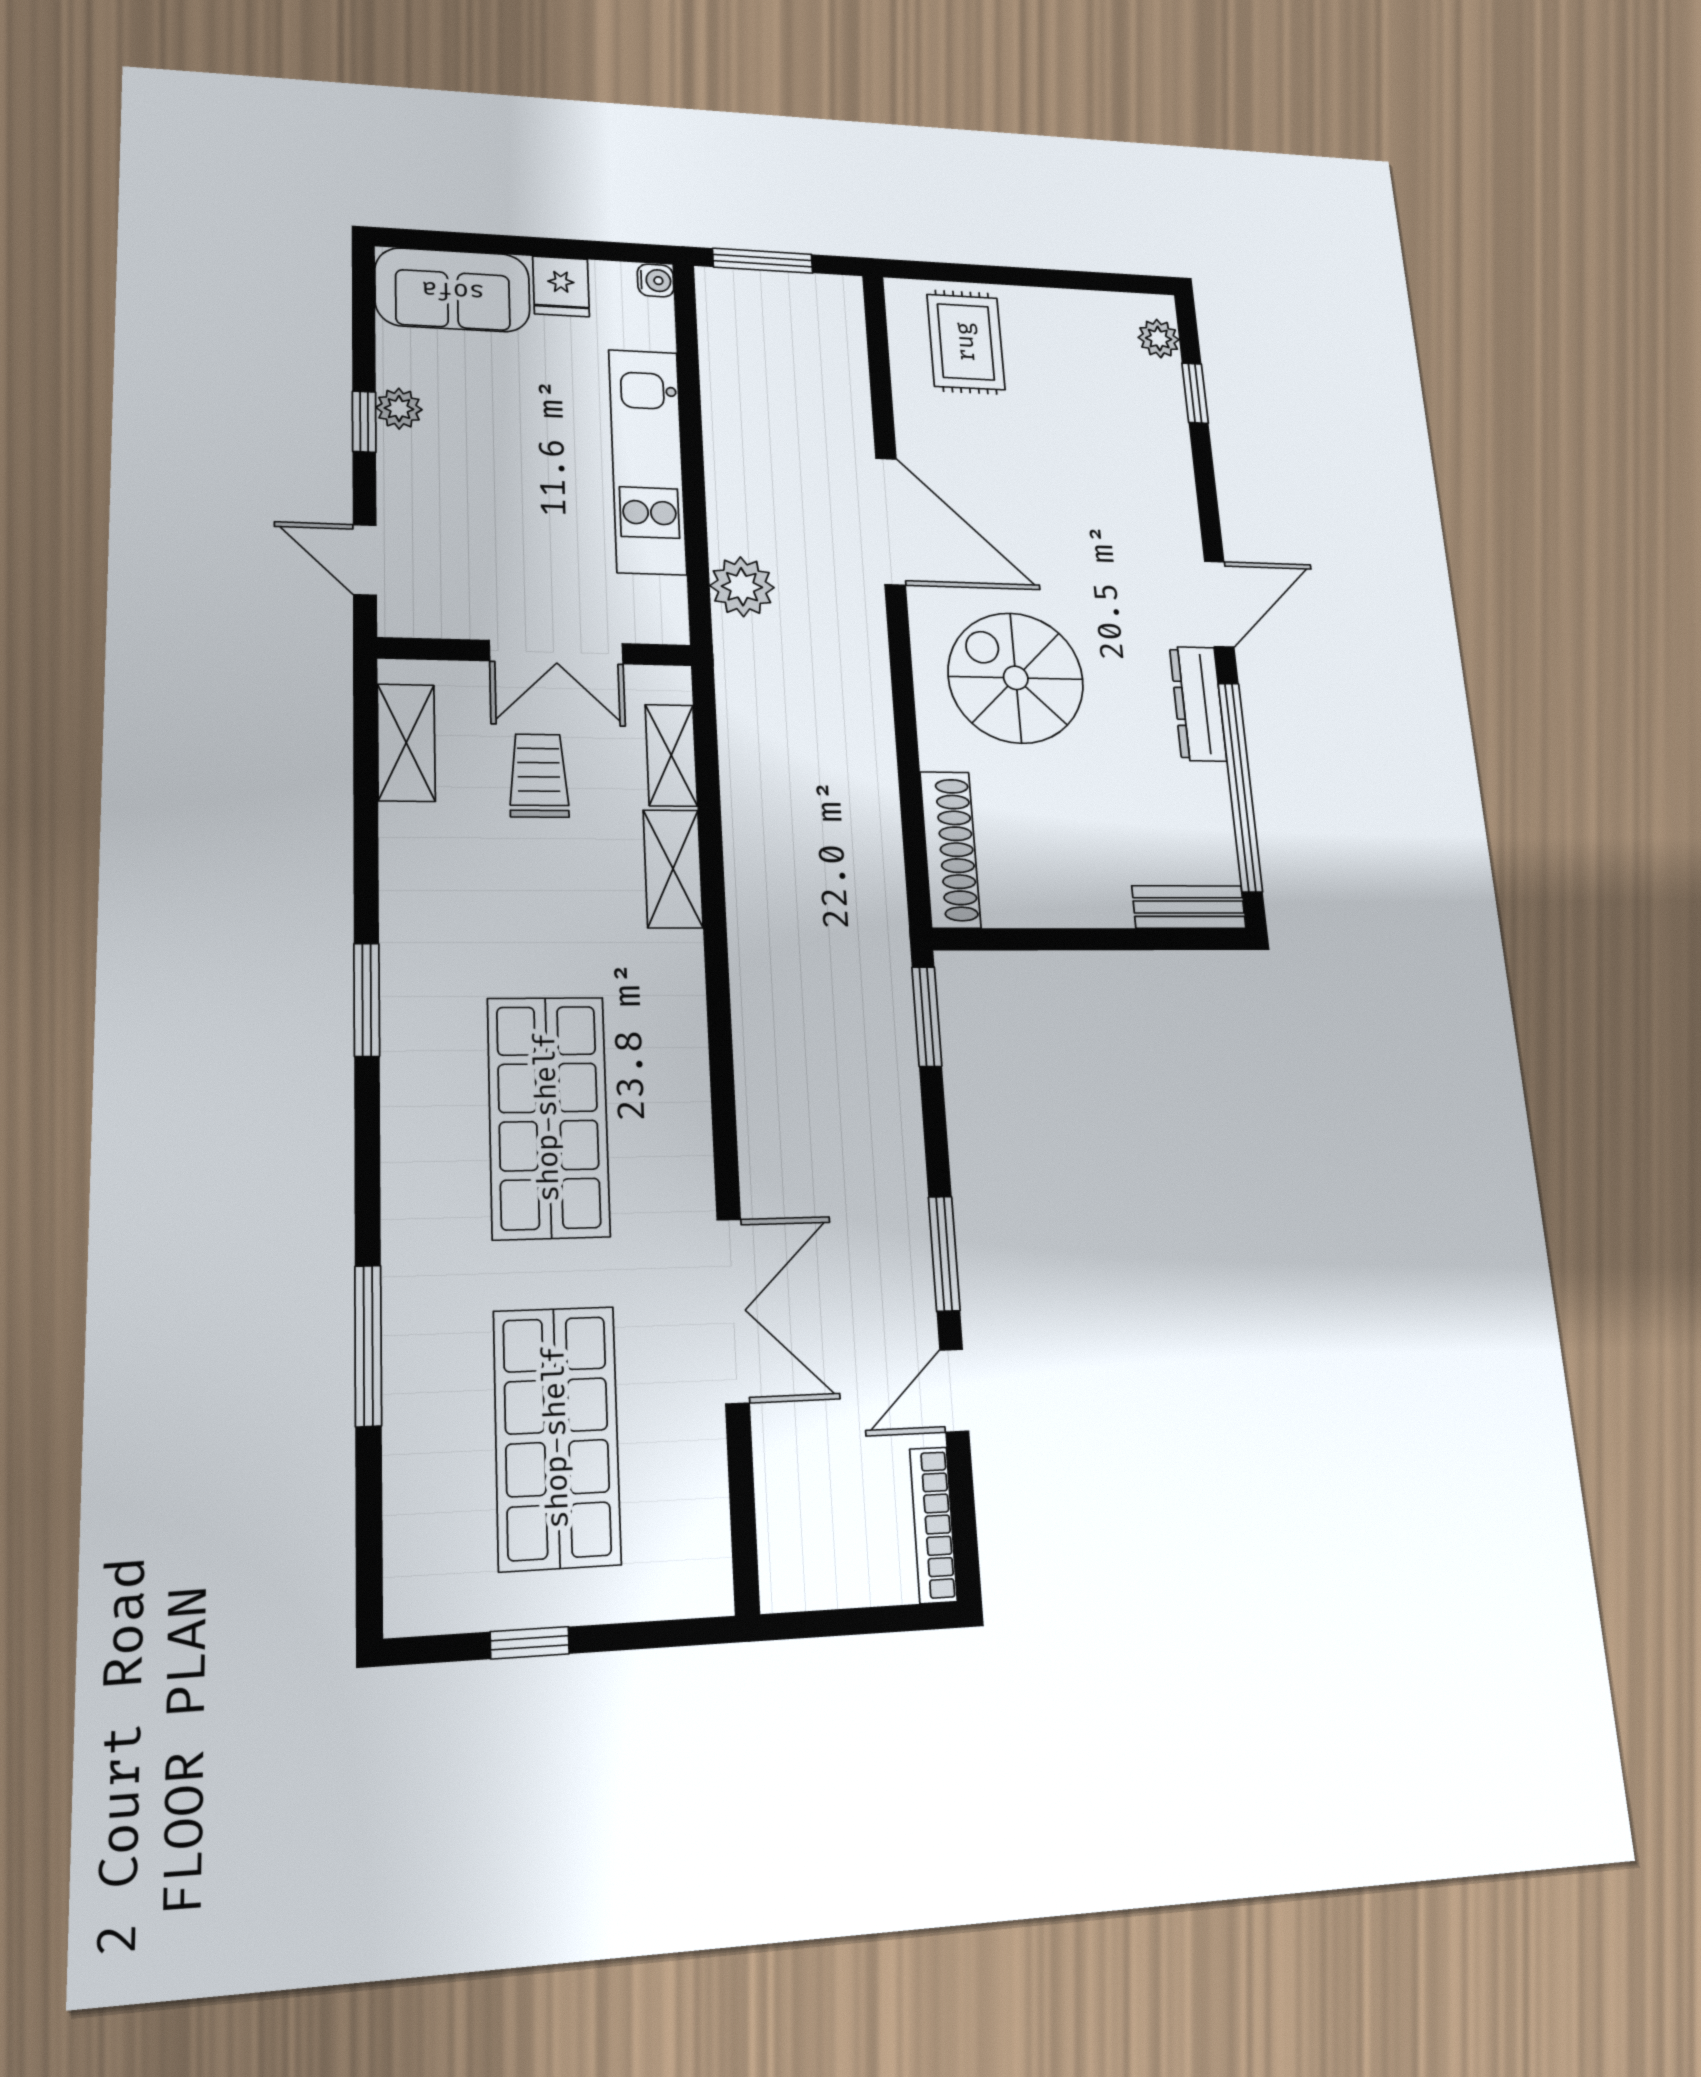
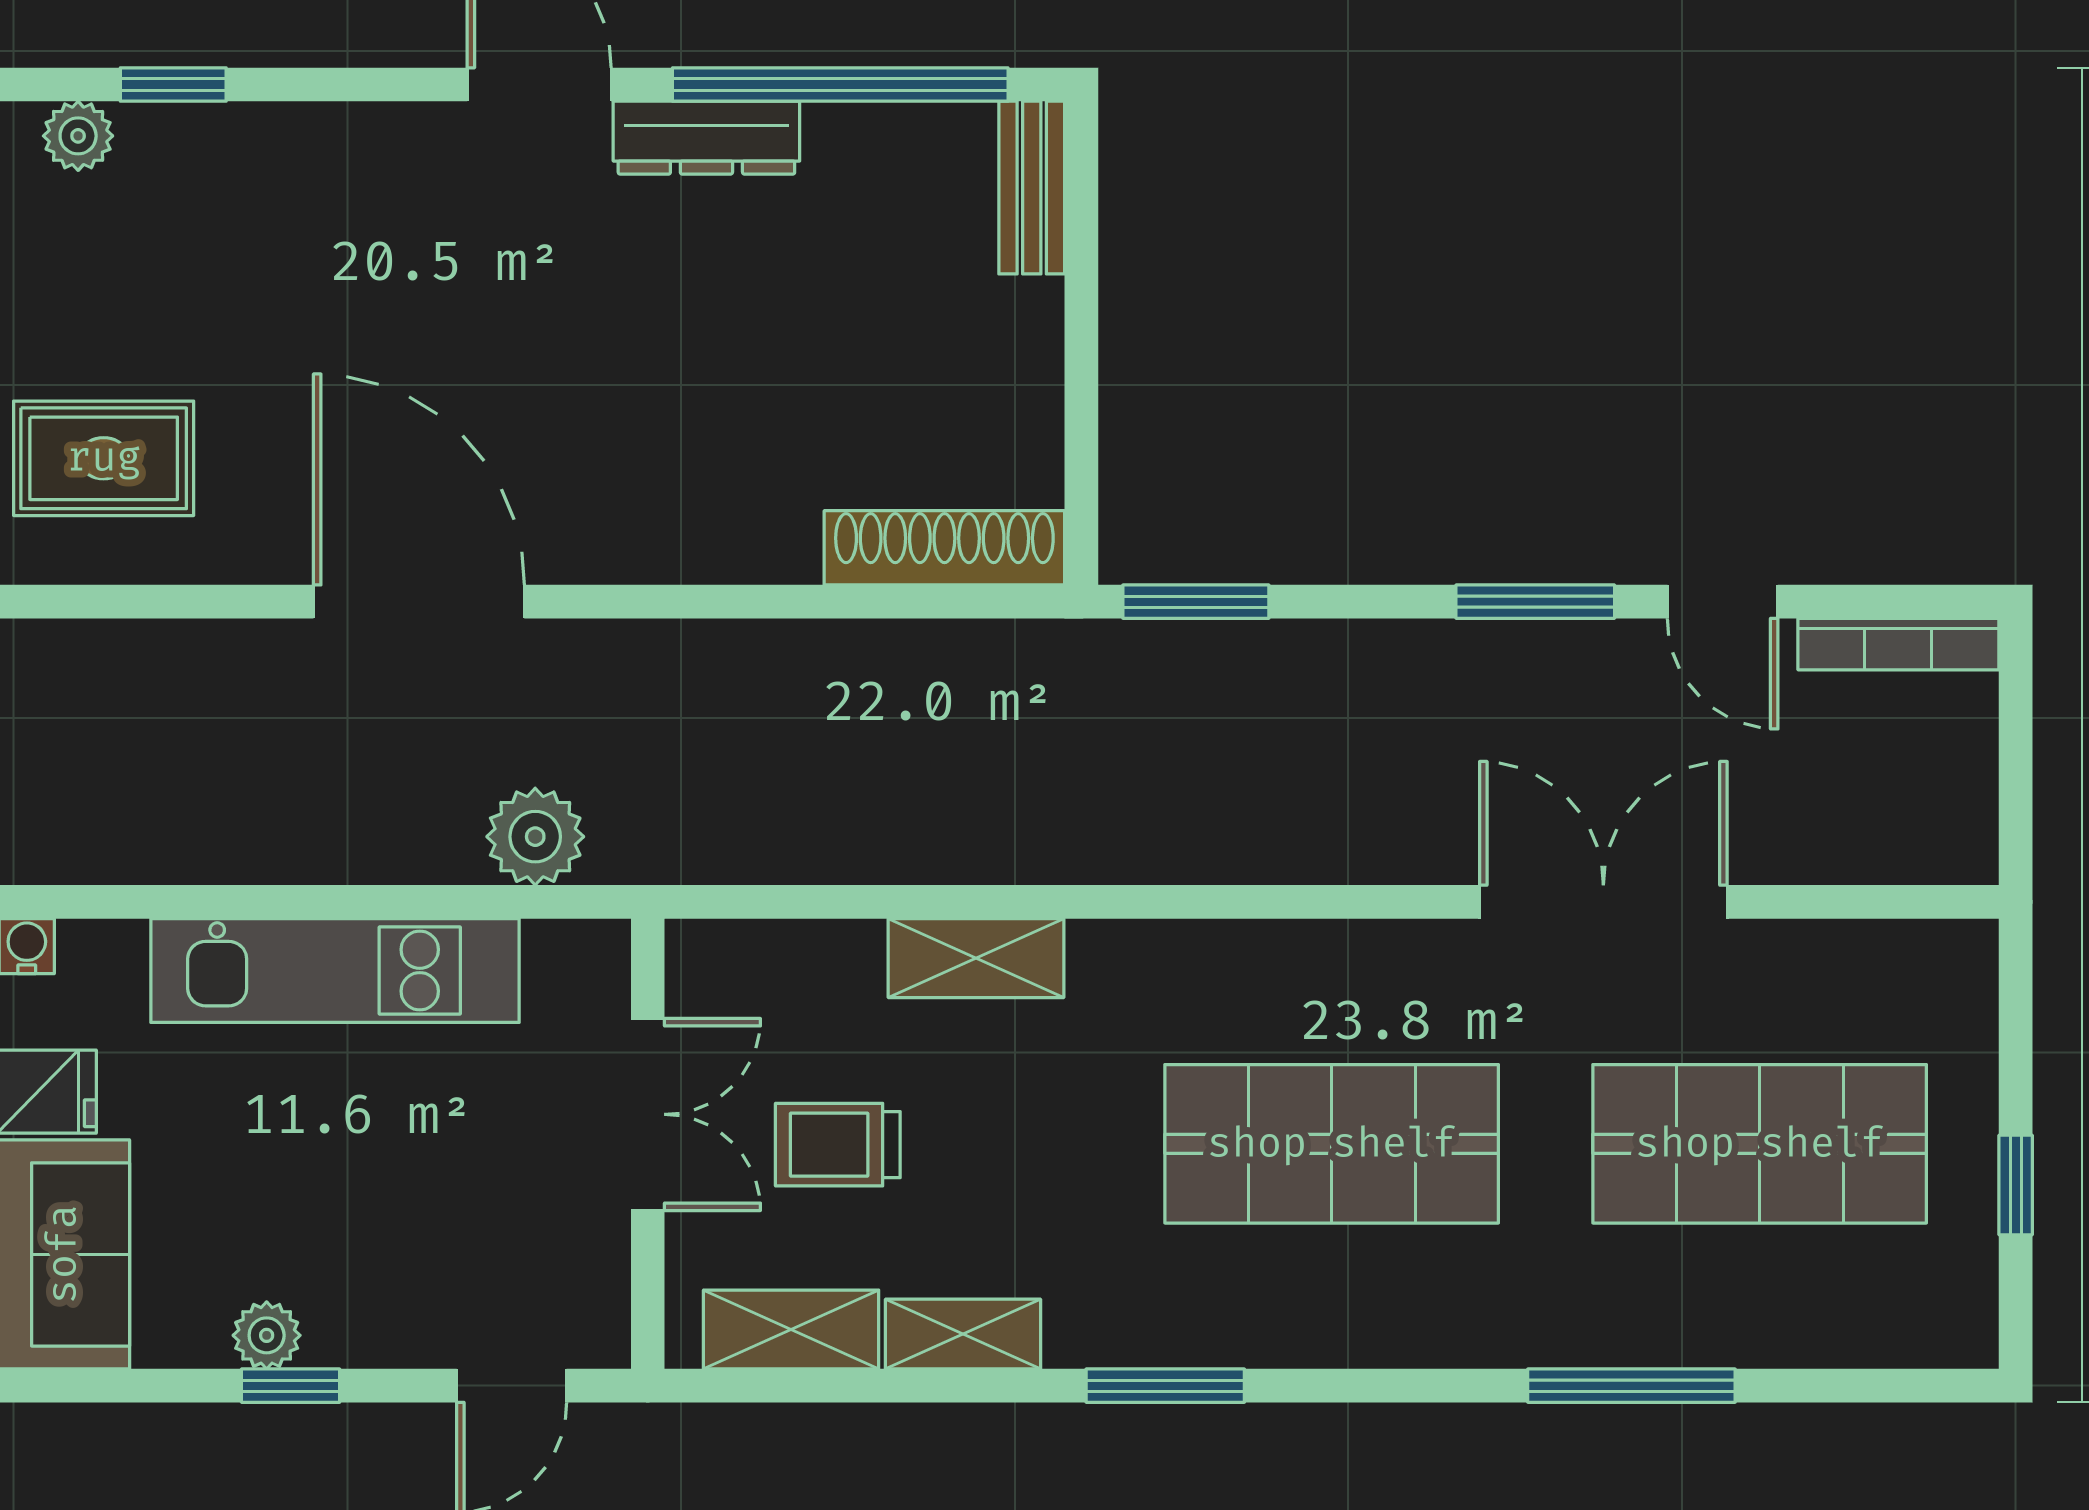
door: (891, 521) -> (419, 602), hinge flipped
spiral stairs: (1016, 678) -> (671, 425), removed
shelving: (671, 755) -> (963, 1334), moved

